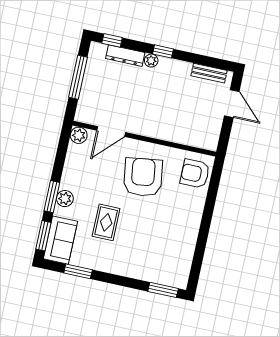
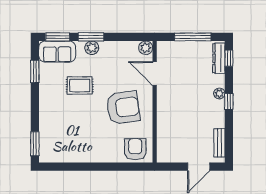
dresser: (125, 56) -> (219, 58), moved

